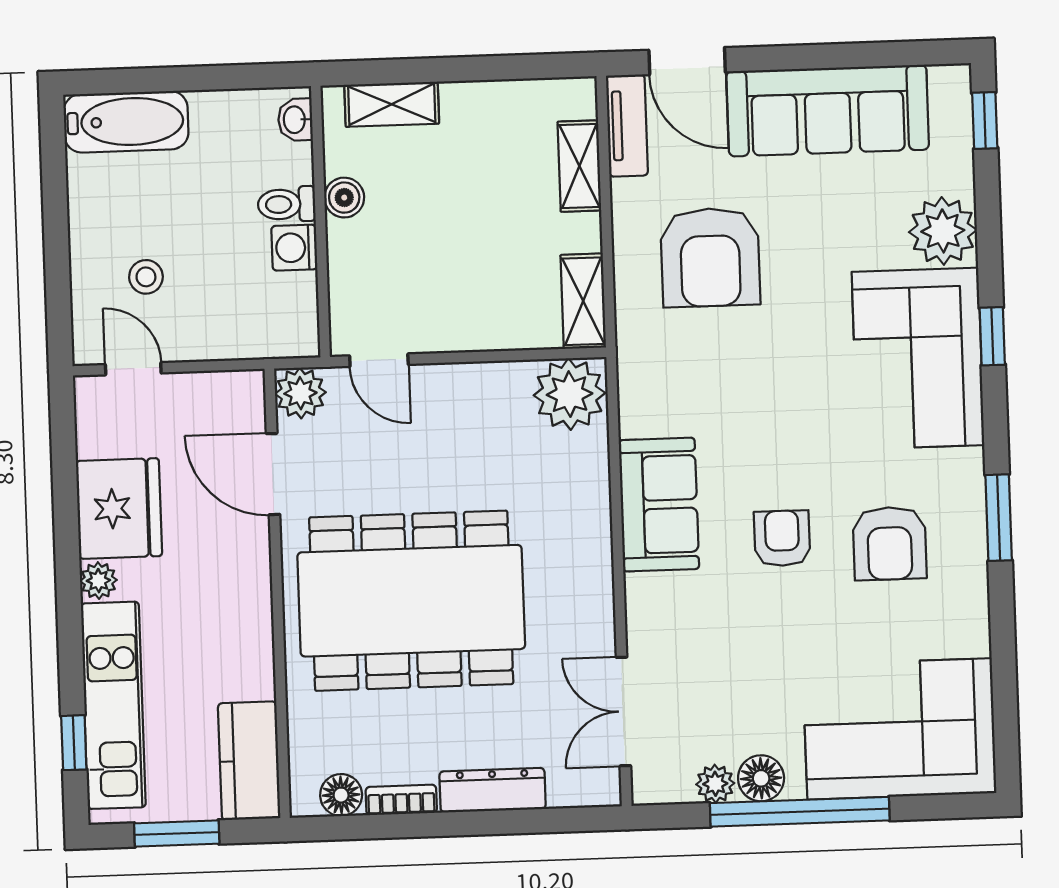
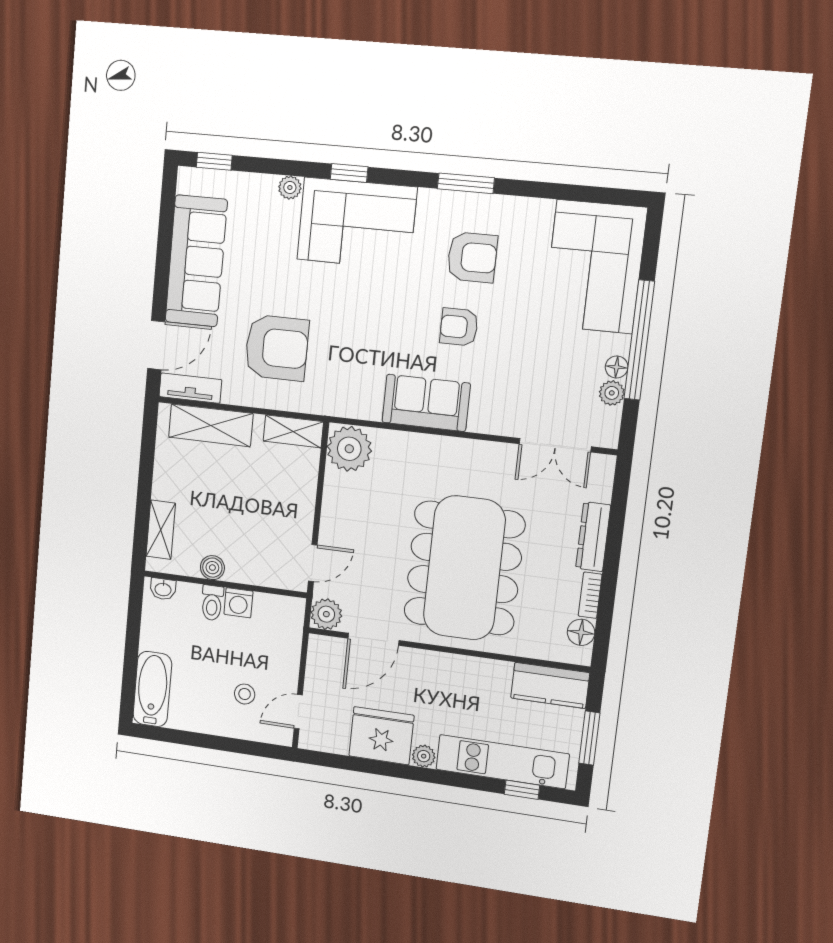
shelving: (579, 166) -> (211, 425), width x1.50, depth x1.33
plant: (943, 231) -> (290, 187), width x0.53, depth x0.53
floor lamp: (761, 778) -> (617, 367), width x0.73, depth x0.73

